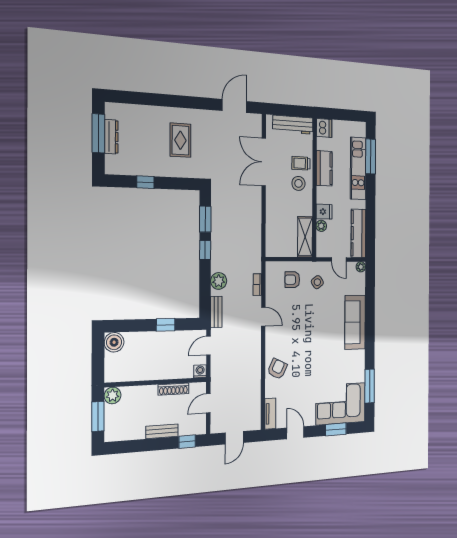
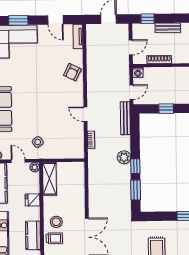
plant: (321, 226) -> (35, 167), moved
armchair: (292, 280) -> (60, 144), removed
plant: (219, 281) -> (124, 157), moved
bench: (216, 312) -> (125, 118), width x1.36

